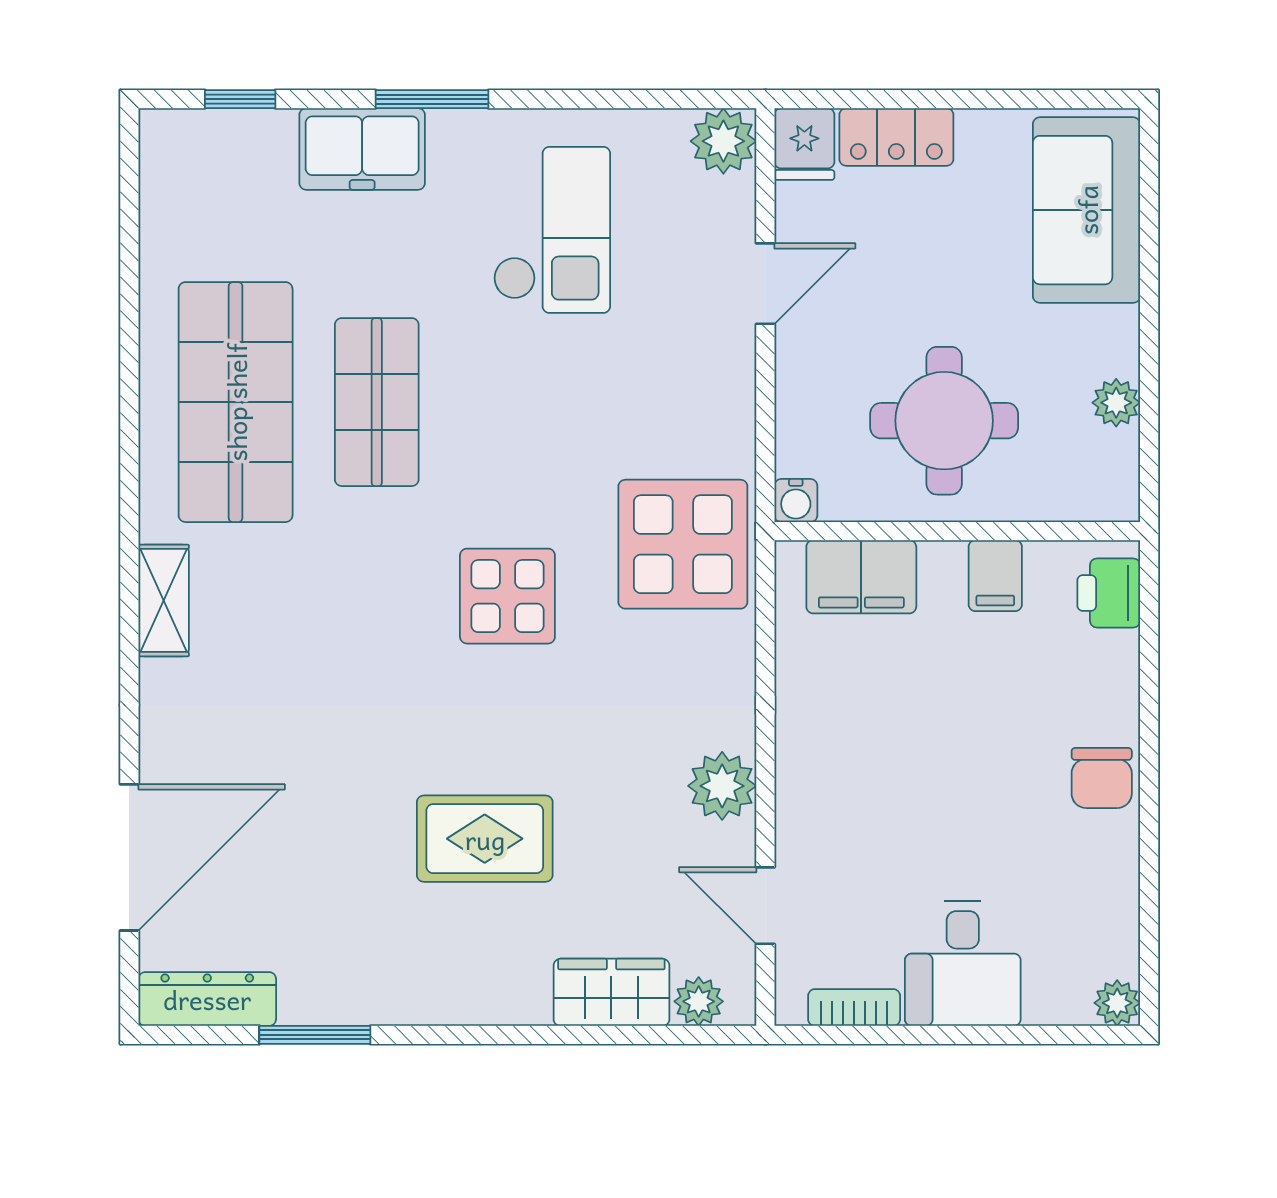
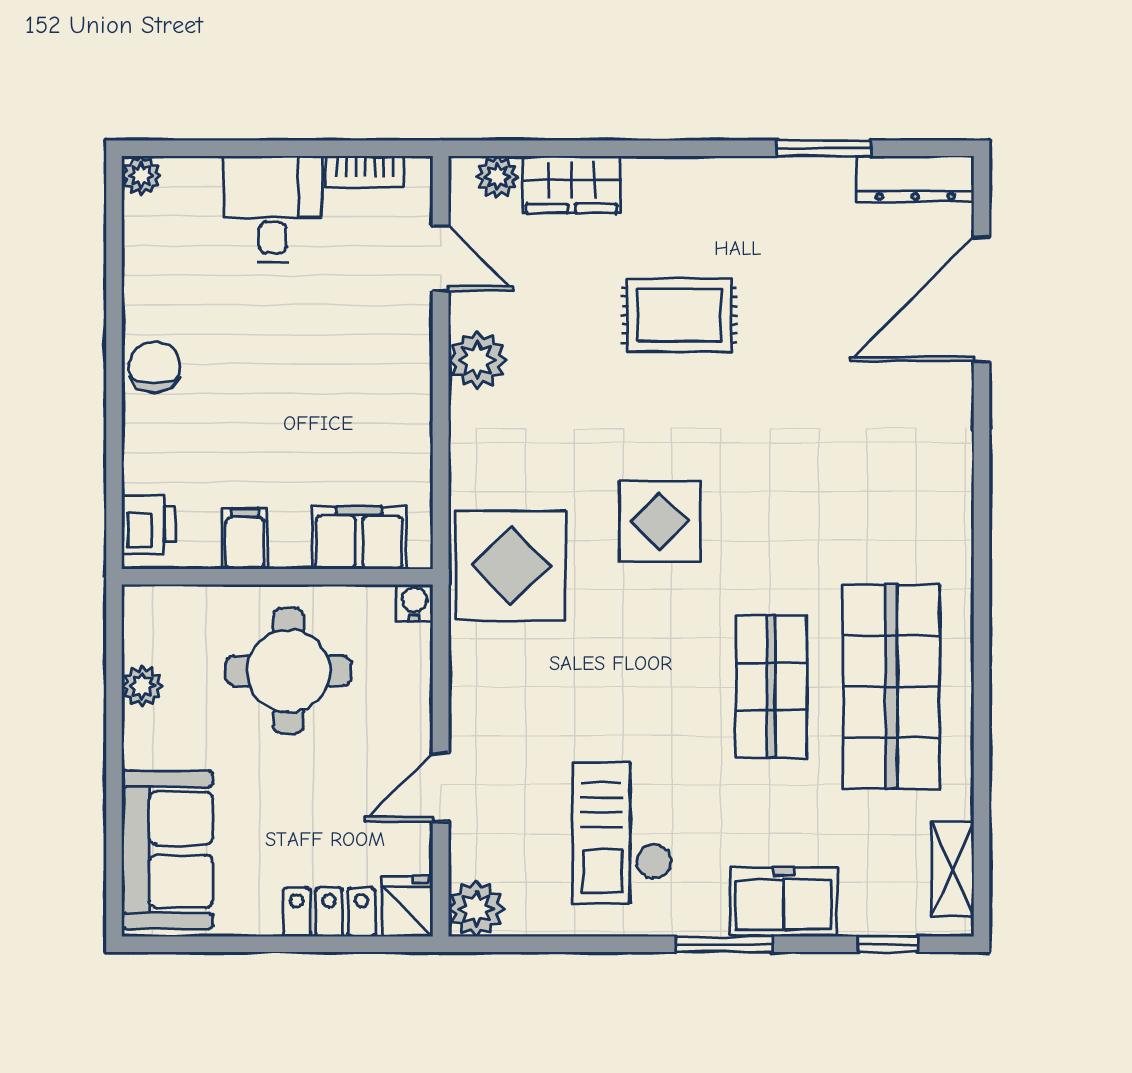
shelving: (164, 600) -> (952, 869), moved

